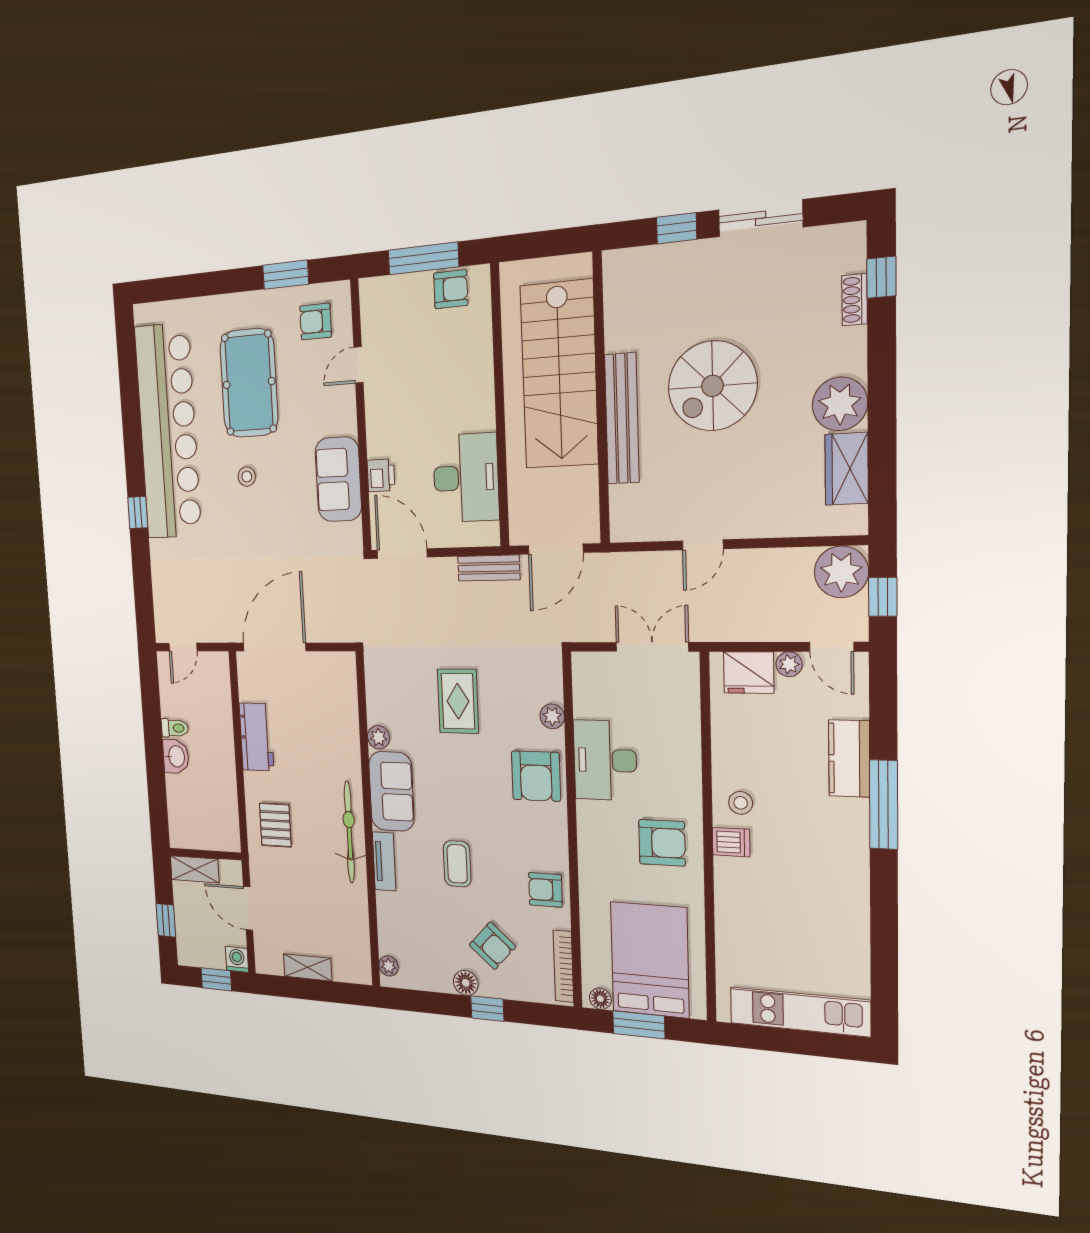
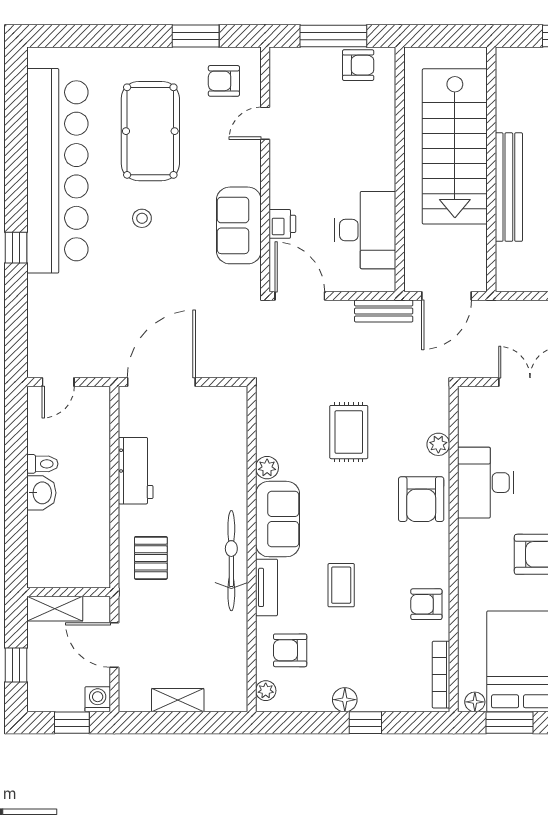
armchair: (493, 946) -> (290, 650), moved, turned 138

